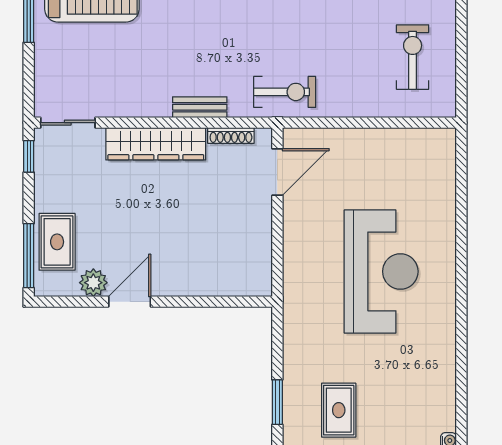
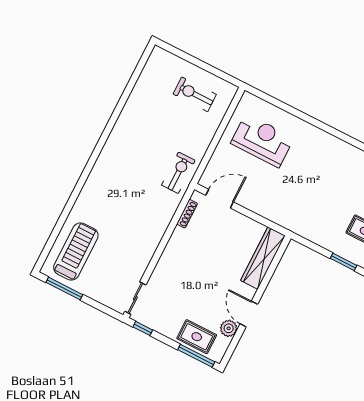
bench: (200, 107) -> (163, 223), removed
wardrobe: (156, 144) -> (263, 258), moved, turned 180
door: (277, 172) -> (220, 199), hinge flipped
reception desk: (381, 271) -> (262, 140), moved, width x0.74, depth x0.77

